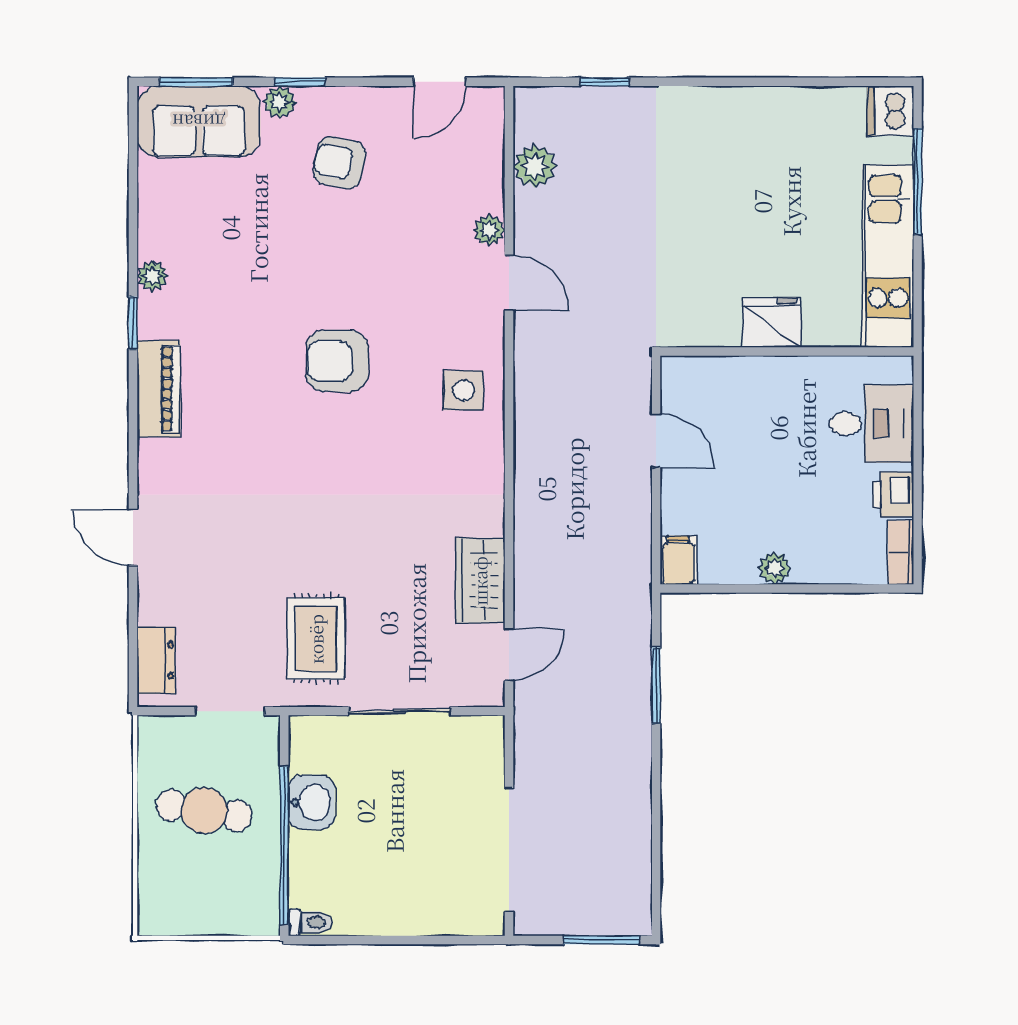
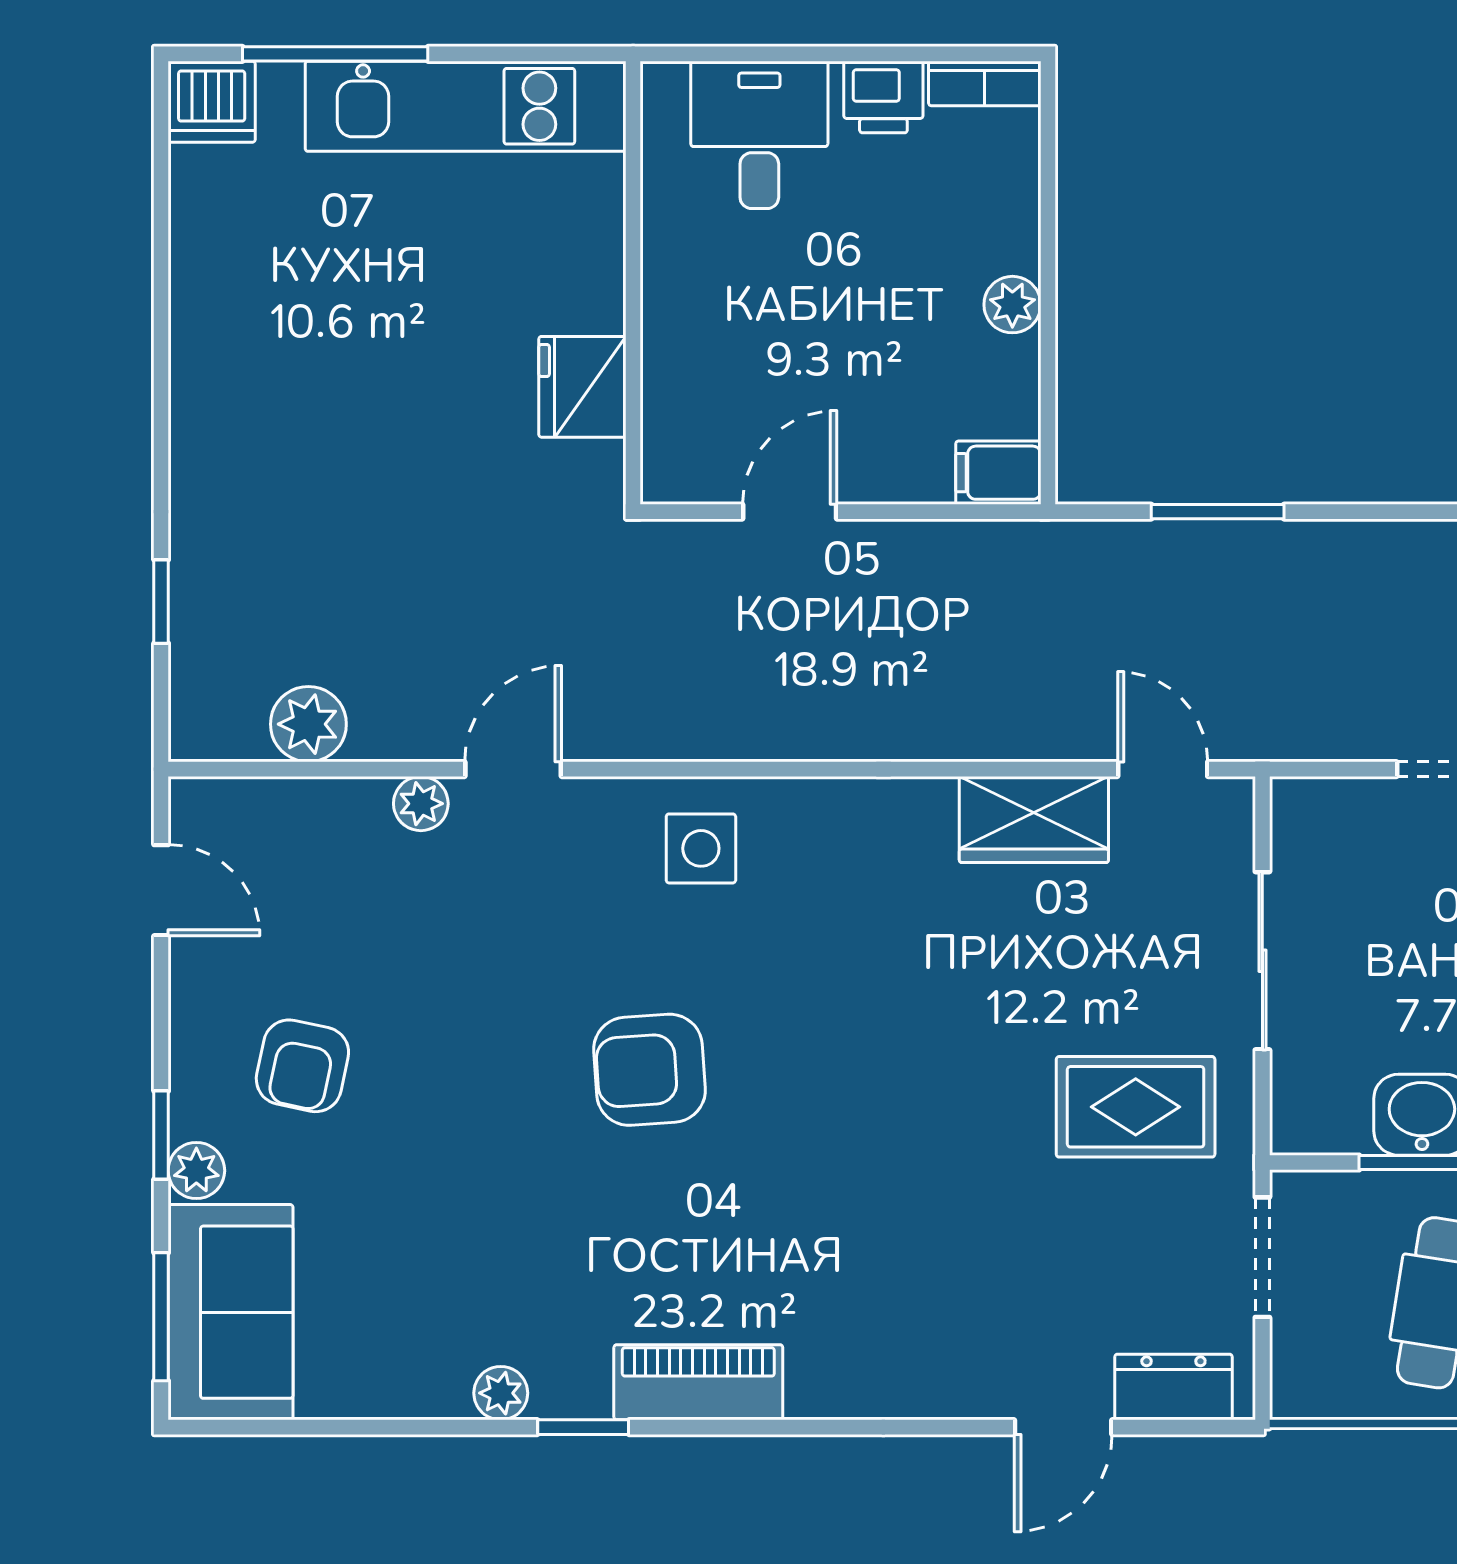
fridge: (772, 323) -> (582, 387), moved
armchair: (337, 361) -> (649, 1070), turned 86
door: (133, 537) -> (1063, 1427), moved

